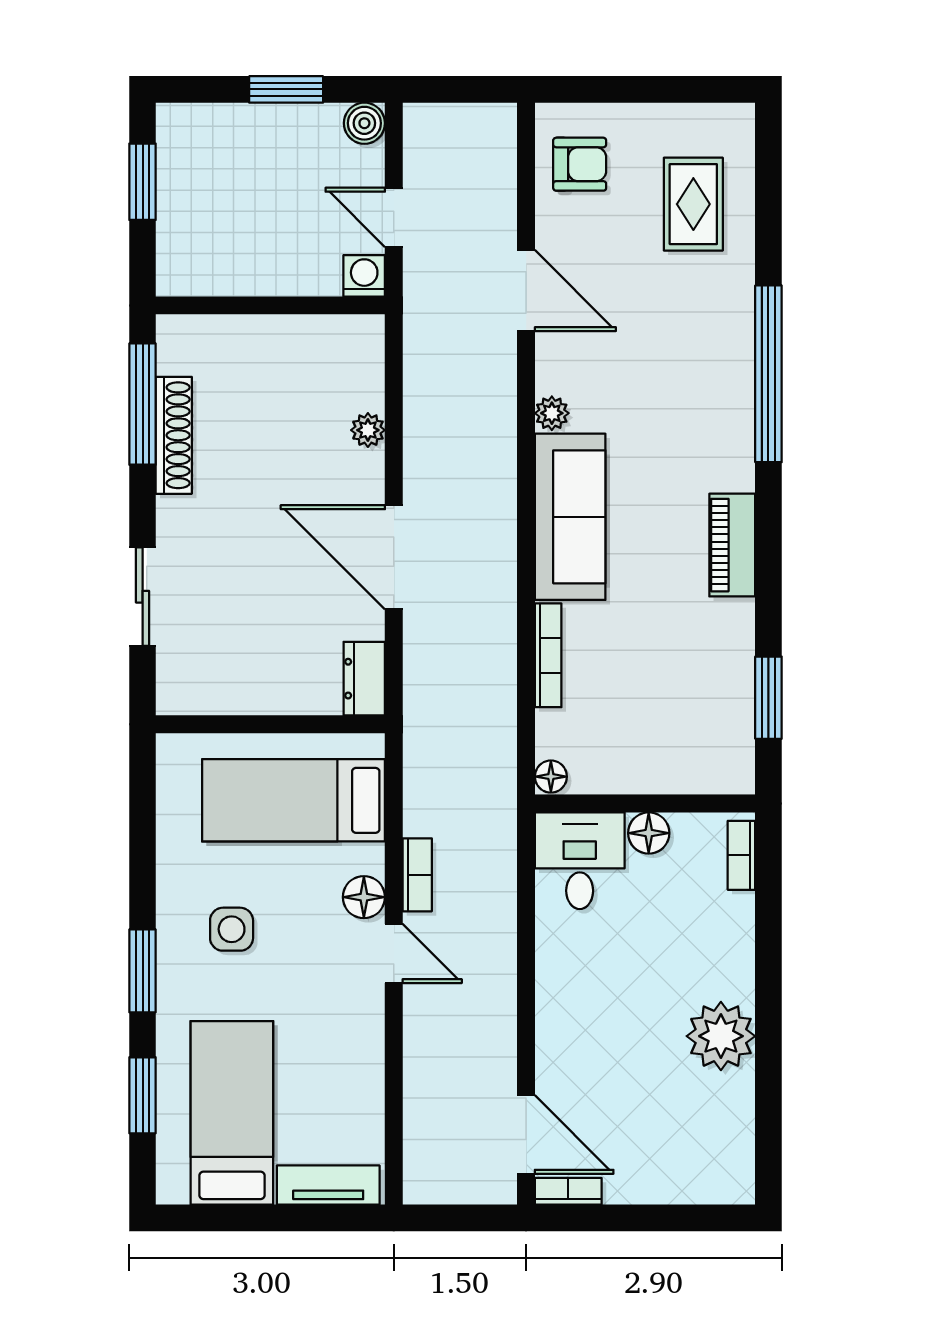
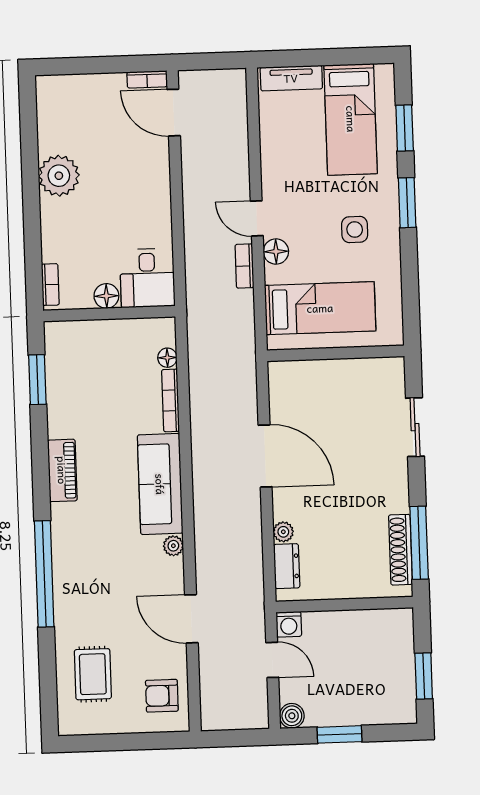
shoe rack: (174, 435) -> (401, 550), moved
dresser: (364, 679) -> (287, 566), moved
floor lamp: (551, 777) -> (167, 358), moved

